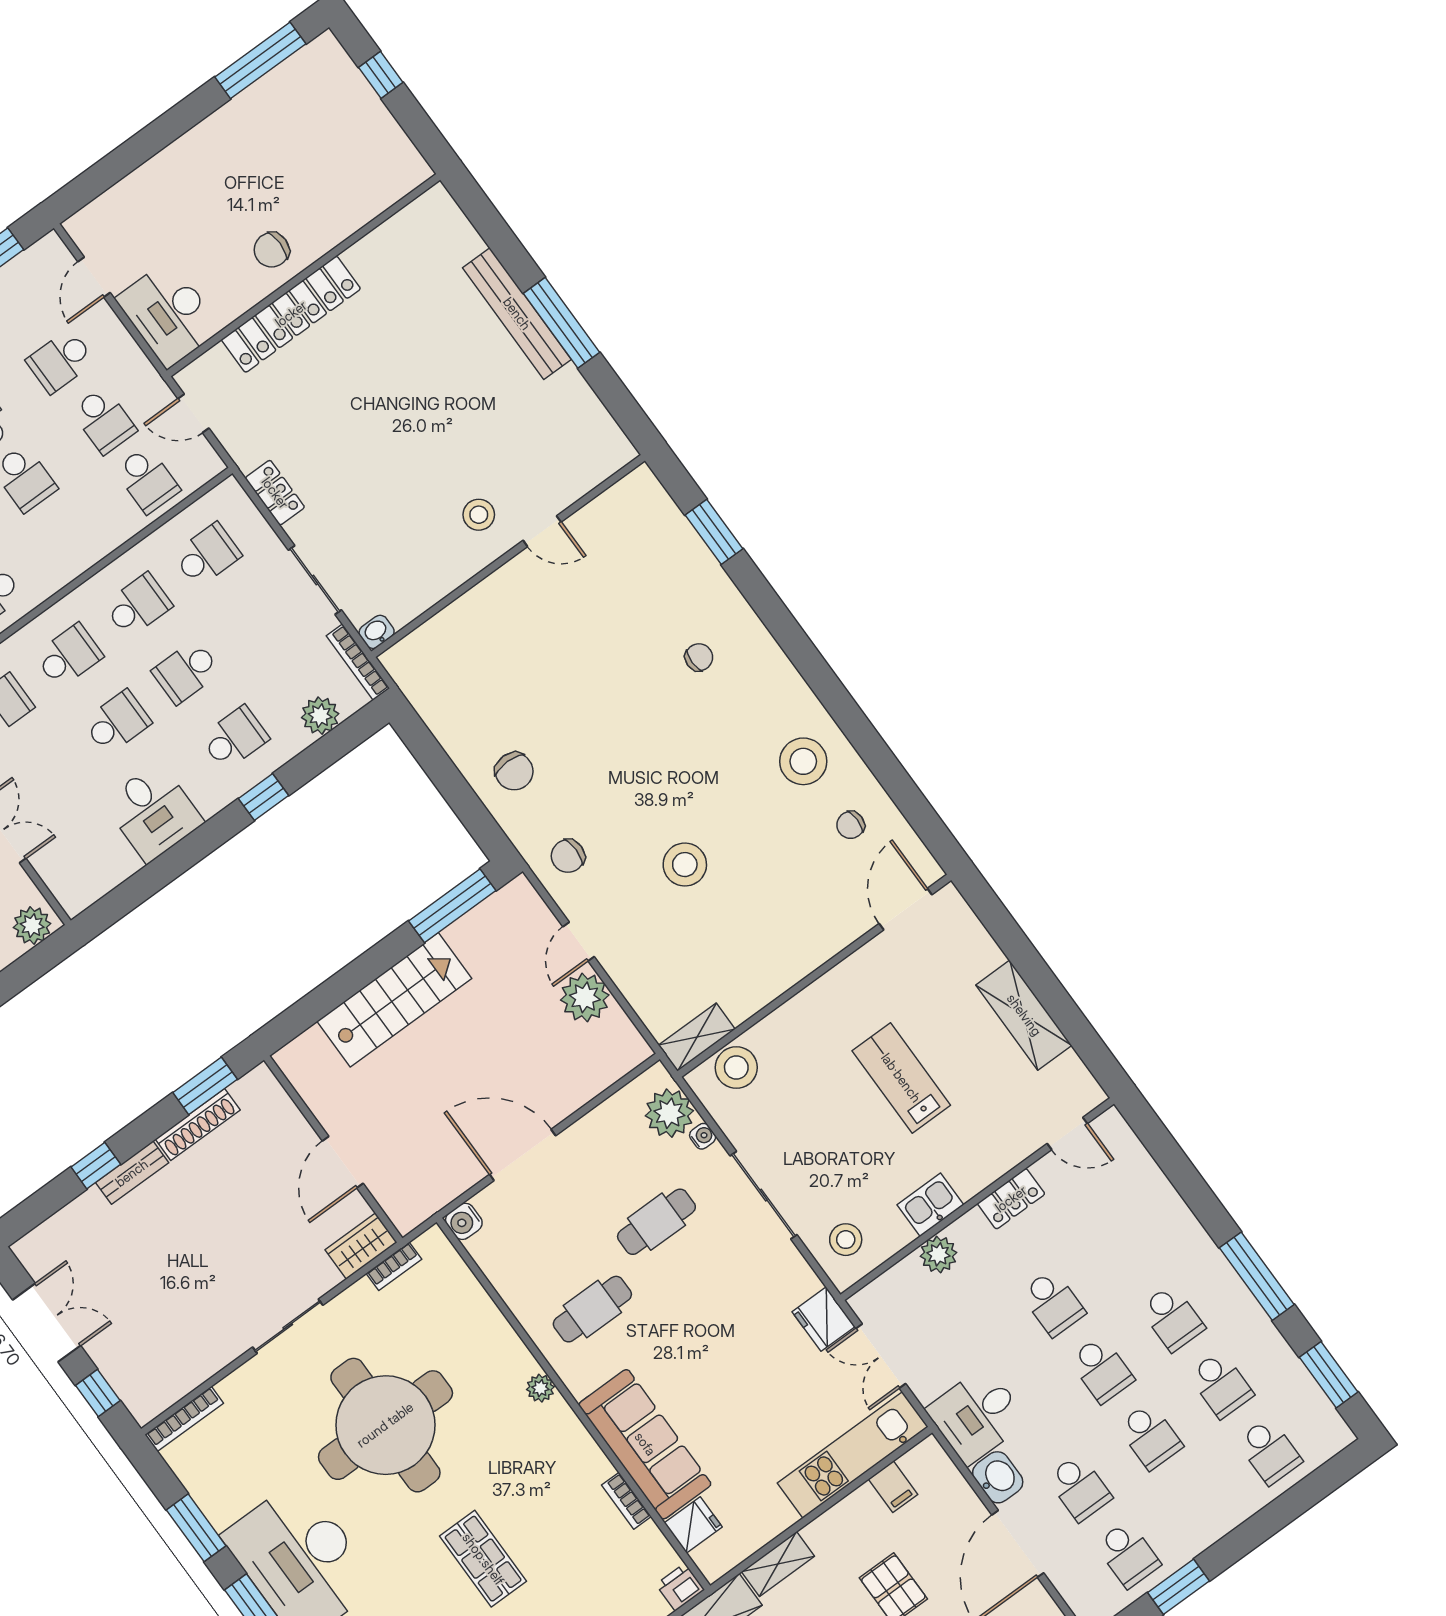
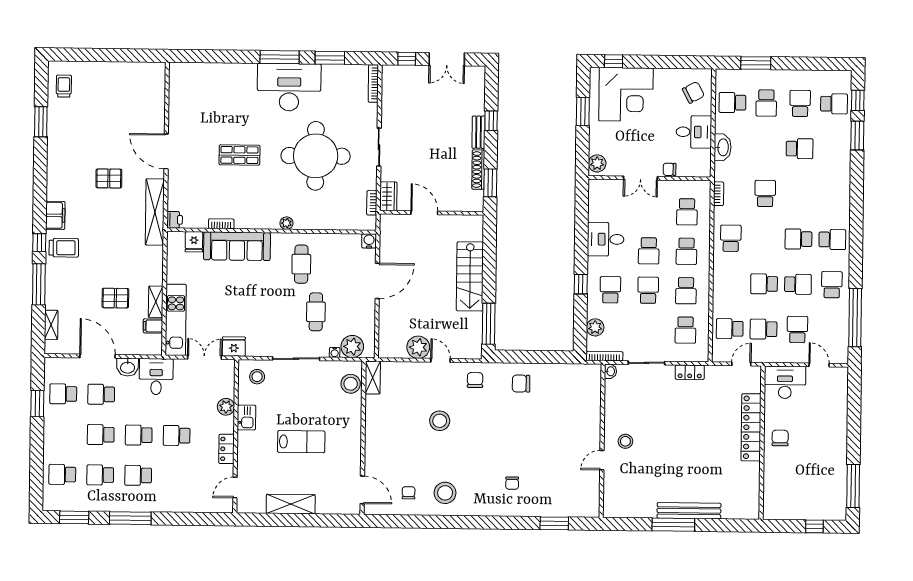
school desk: (235, 738) -> (610, 290), turned 180
shelving: (778, 1564) -> (156, 302), moved

